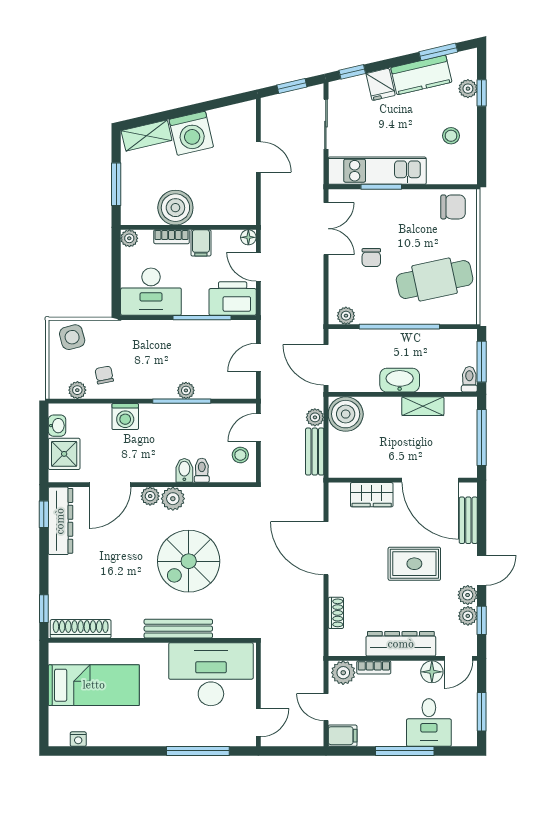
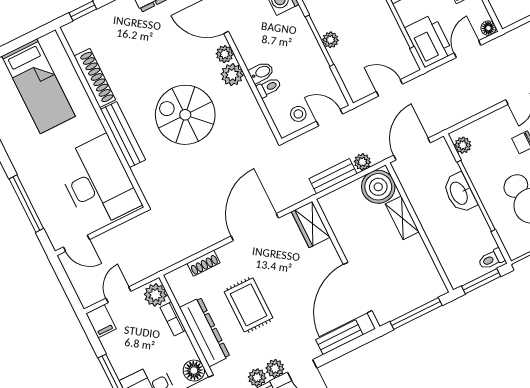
toilet: (469, 379) -> (491, 259), moved, turned 180
washbasin: (400, 380) -> (459, 193), moved, turned 180
shelving: (423, 406) -> (402, 218), moved
wardrobe: (372, 495) -> (311, 224), moved
rug: (414, 564) -> (249, 305), moved
shoe rack: (81, 629) -> (95, 78), moved

